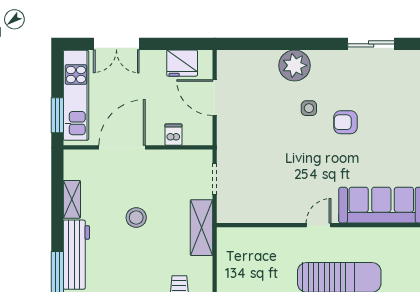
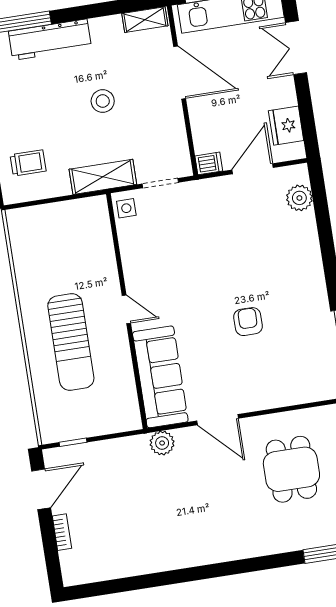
plant: (295, 65) -> (299, 198), moved, width x0.73, depth x0.73
side table: (309, 108) -> (126, 208), moved
dishwasher: (173, 135) -> (209, 163), moved
shelving: (72, 199) -> (145, 20), moved

